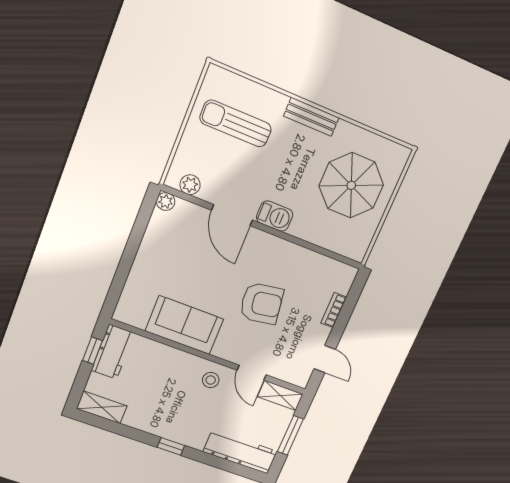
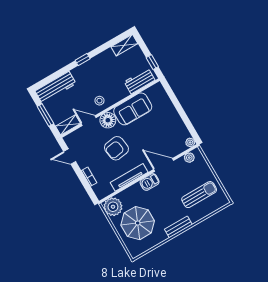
plant: (353, 242) -> (113, 207), added
tv unit: (291, 252) -> (129, 177), added
floor lamp: (230, 347) -> (108, 120), added
workbench: (113, 352) -> (140, 81), moved, turned 90

